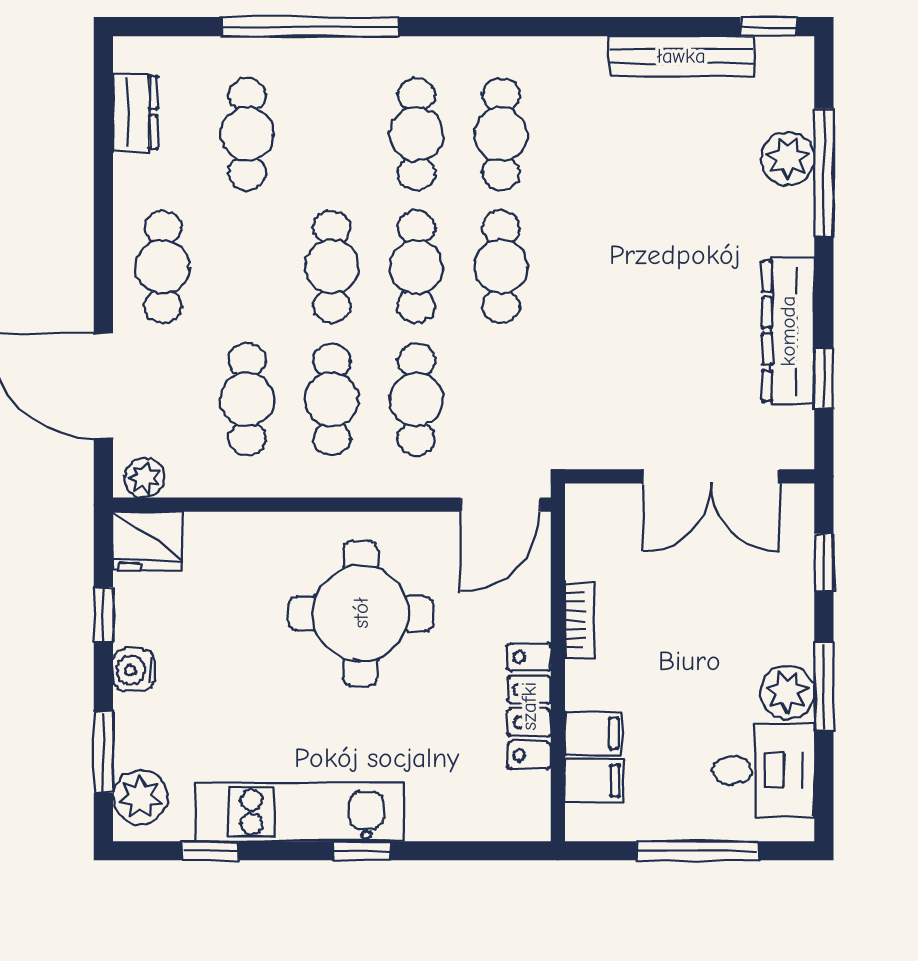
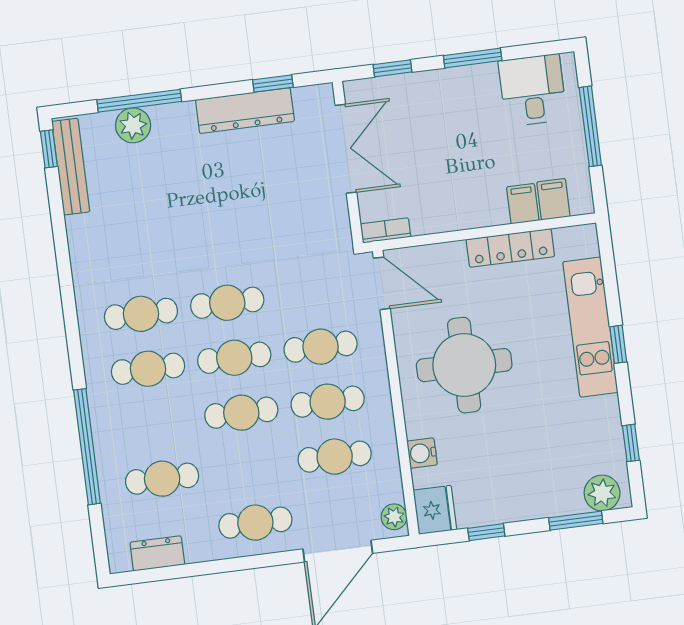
bench: (681, 56) -> (71, 167), moved
bookcase: (580, 620) -> (386, 230), moved
water cooler: (134, 670) -> (422, 453), moved, turned 90
plant: (787, 692) -> (480, 81), removed
kitchen unit: (300, 812) -> (590, 327), moved

